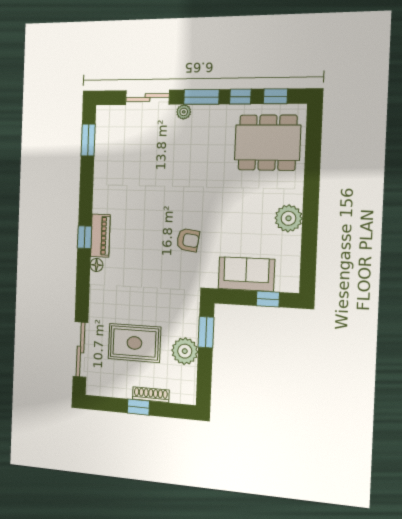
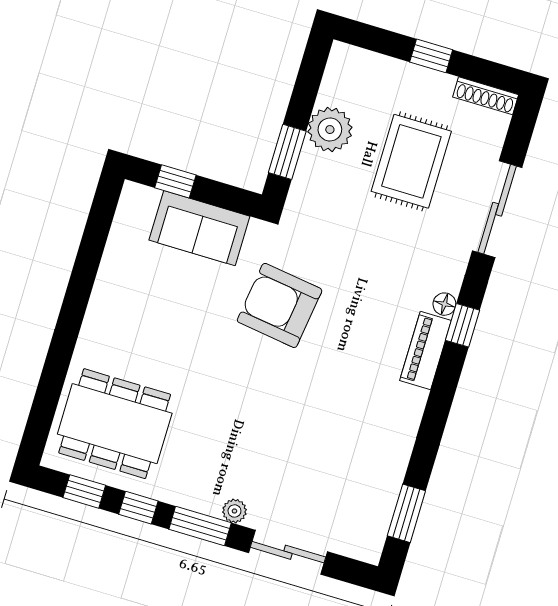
plant: (288, 218) -> (112, 298), removed
window: (85, 237) -> (463, 325), moved
armchair: (188, 240) -> (280, 305), width x1.88, depth x1.88
rug: (134, 343) -> (411, 161), turned 90
sliding door: (80, 350) -> (497, 209), moved
shoe rack: (151, 395) -> (486, 96), moved

